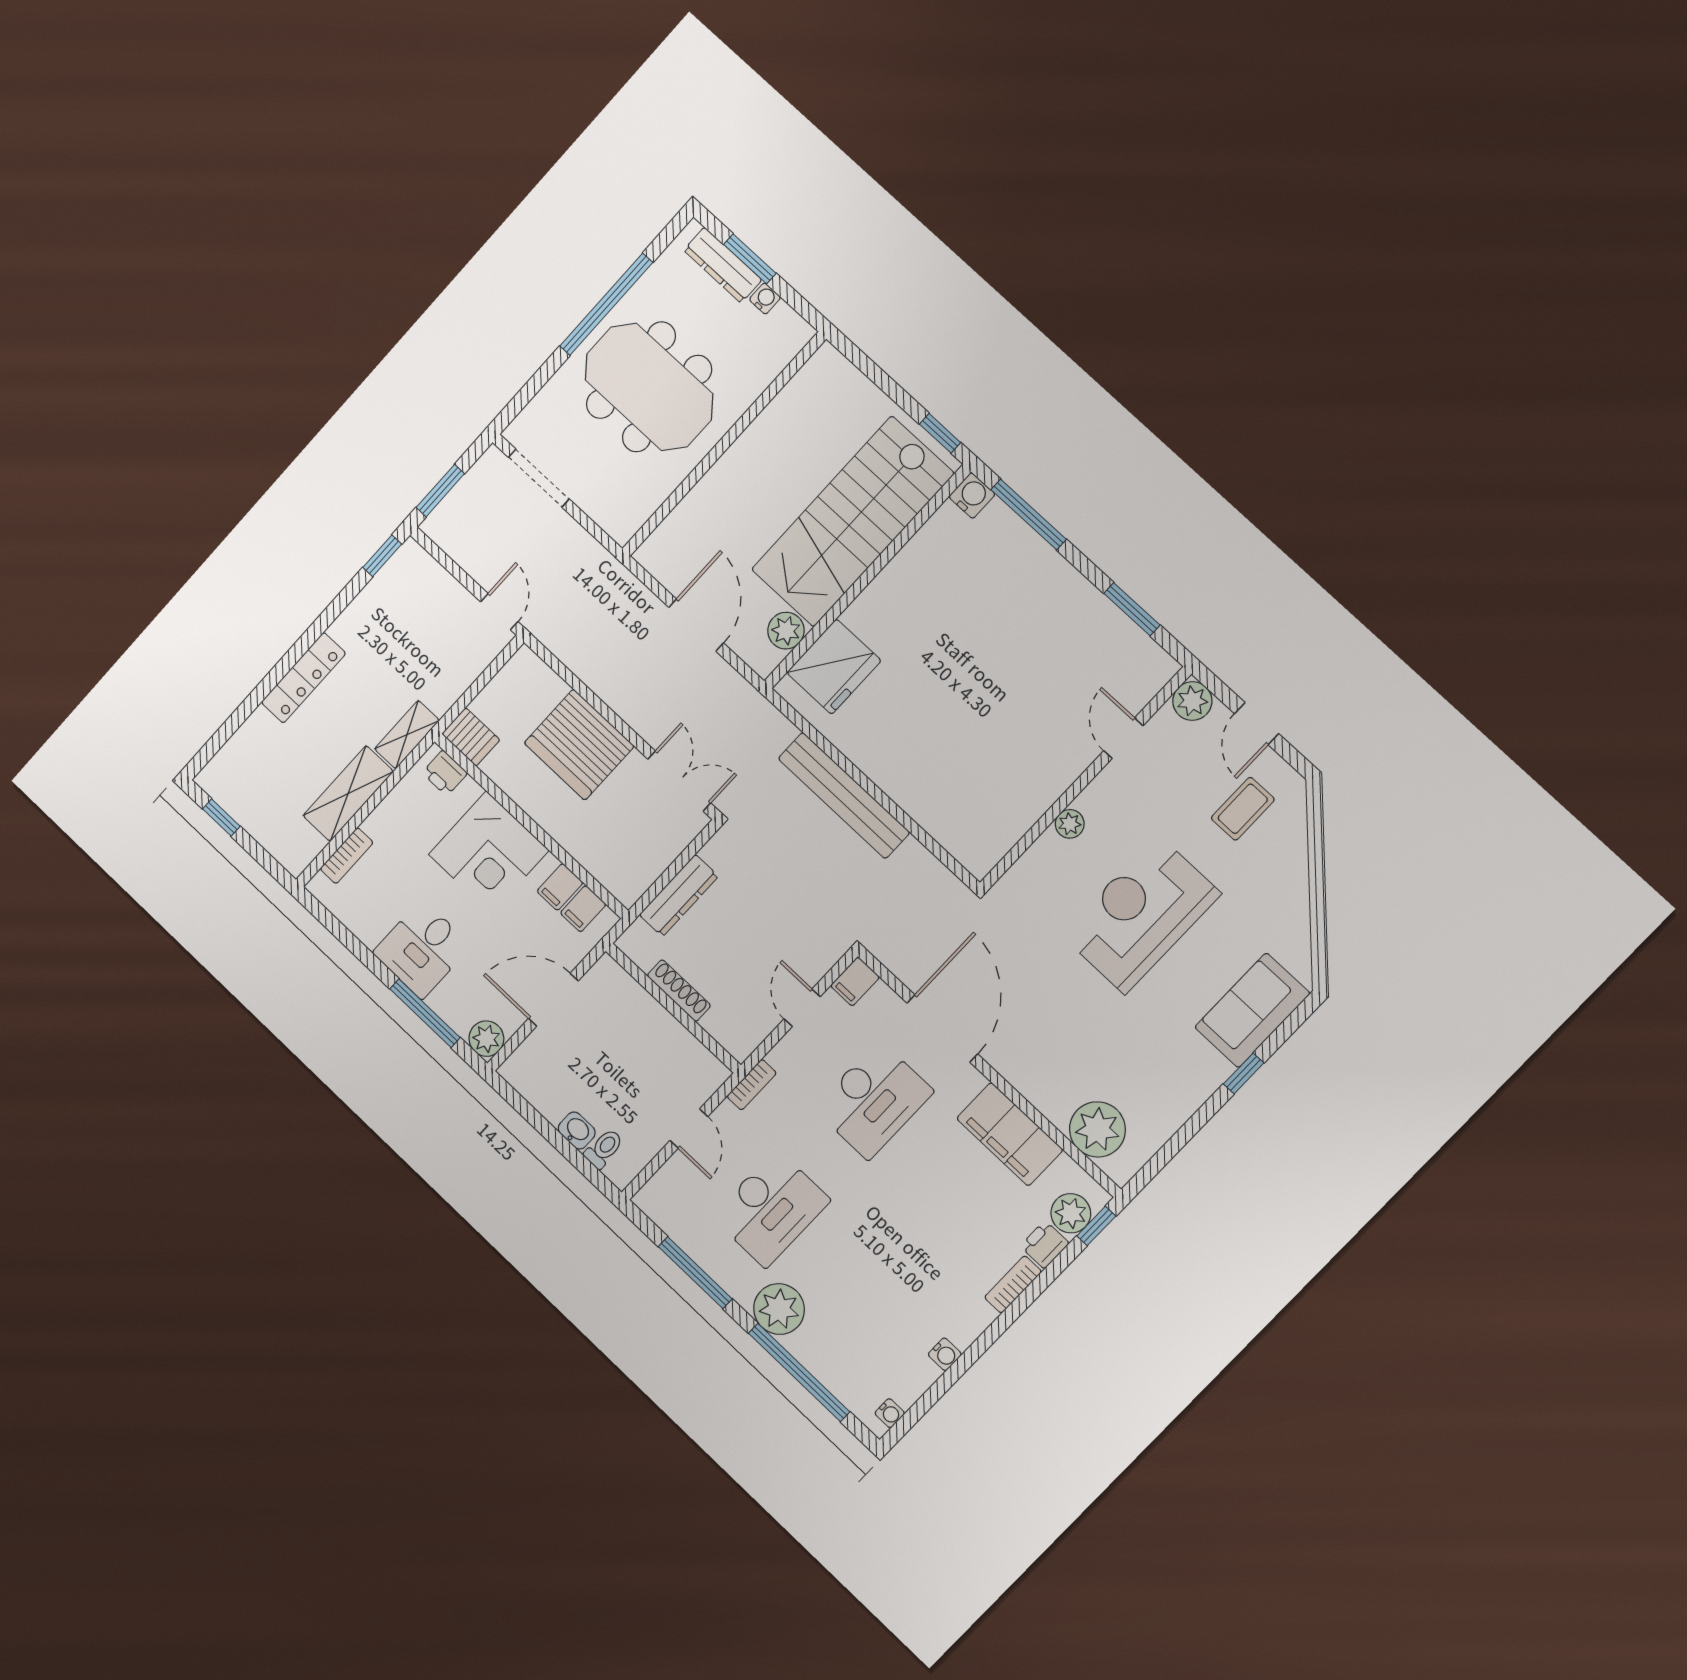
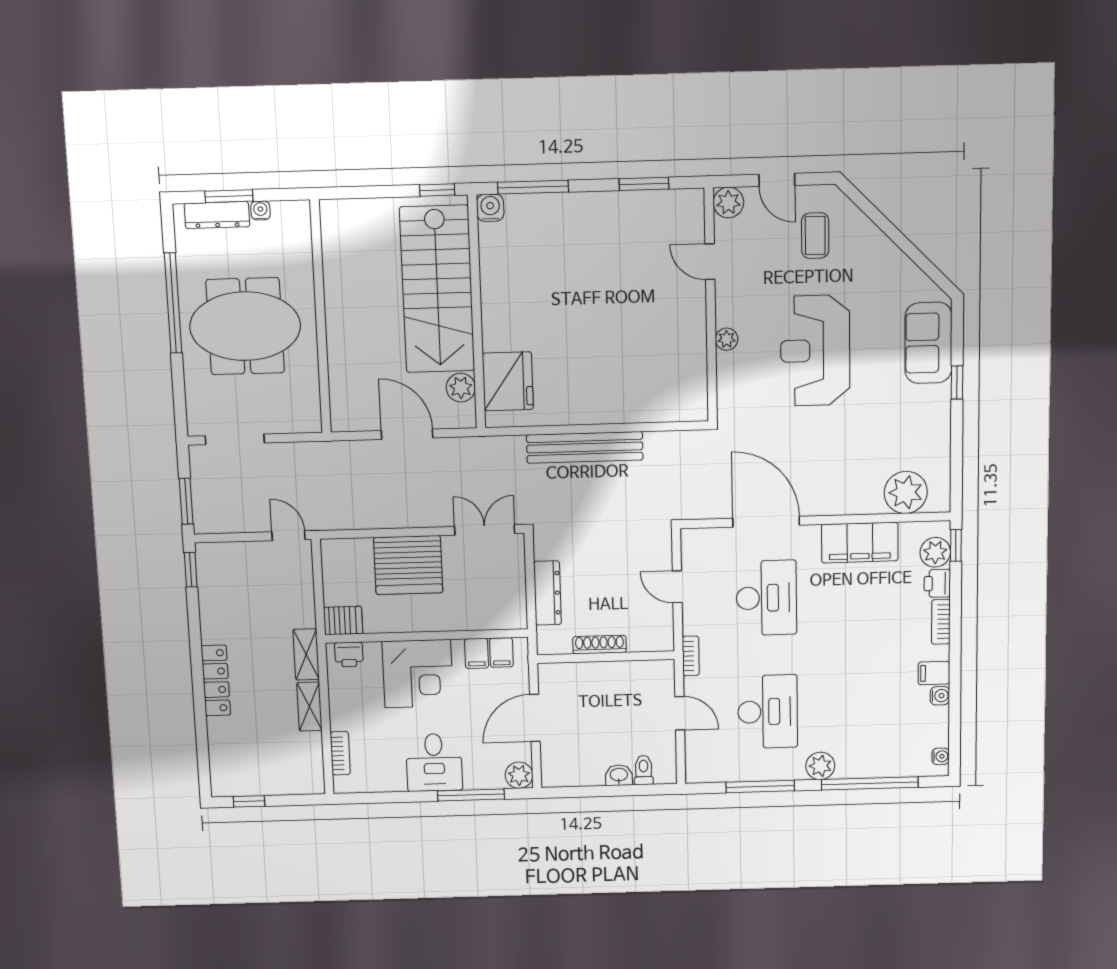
shelving: (348, 794) -> (309, 707), width x0.67, depth x0.75
filing cabinet: (855, 981) -> (934, 673), moved, turned 90
plant: (779, 1309) -> (820, 766), width x0.73, depth x0.73

